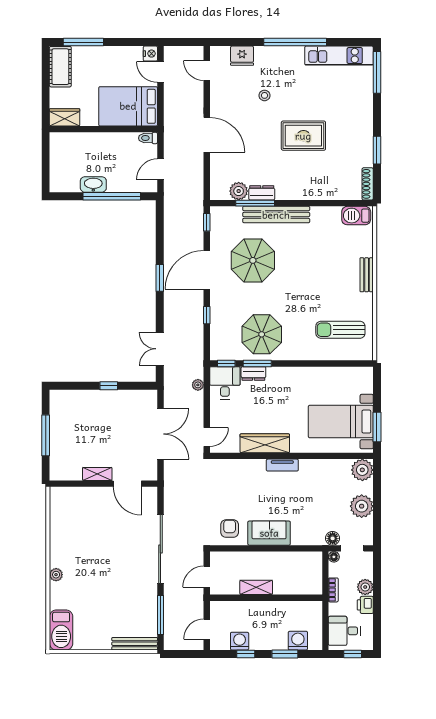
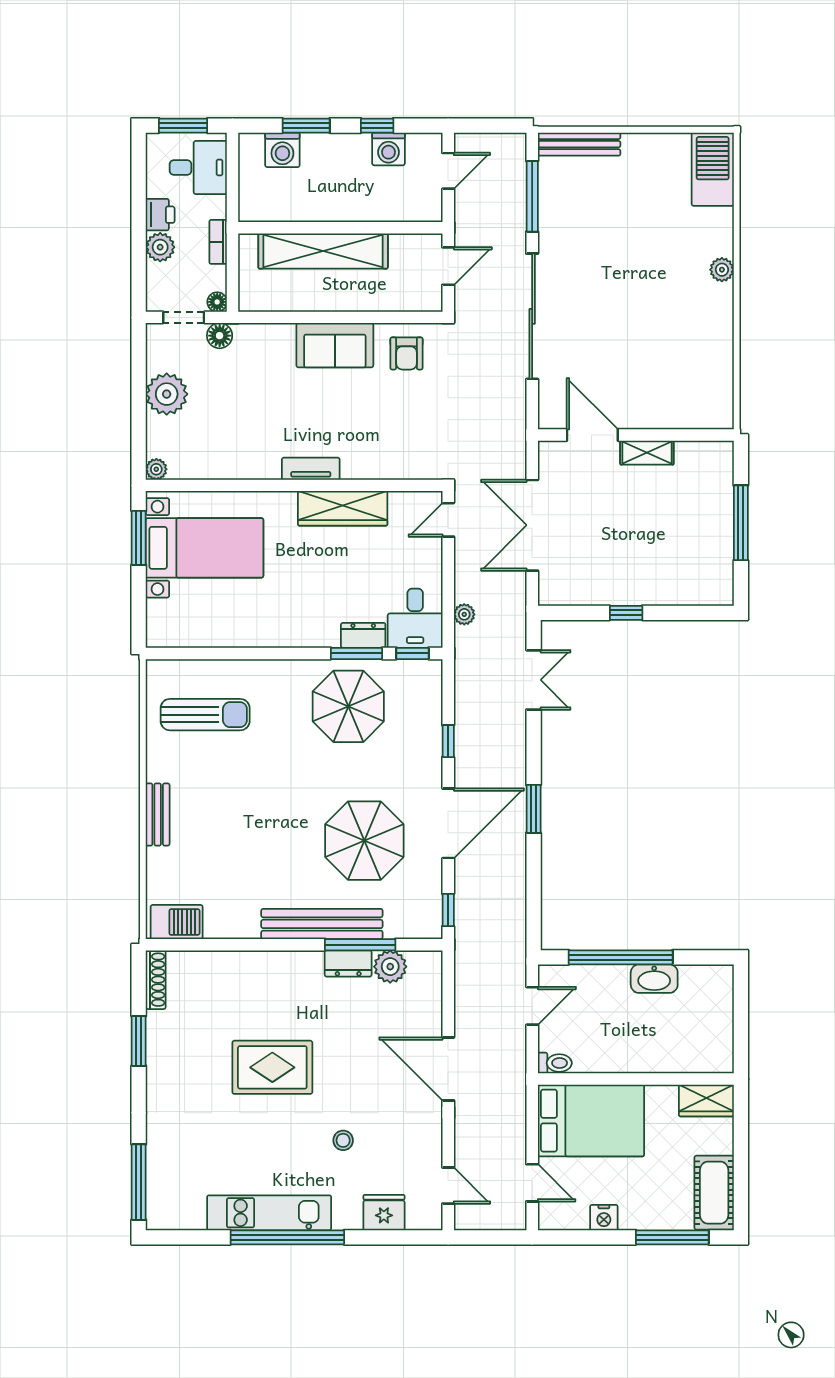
nightstand: (150, 54) -> (604, 1218), moved, turned -90
kitchen unit: (339, 56) -> (269, 1213), moved
plant: (362, 470) -> (156, 469), width x0.53, depth x0.53
shelving: (256, 587) -> (323, 251), width x2.20, depth x1.33
window: (353, 654) -> (183, 126), width x1.50

